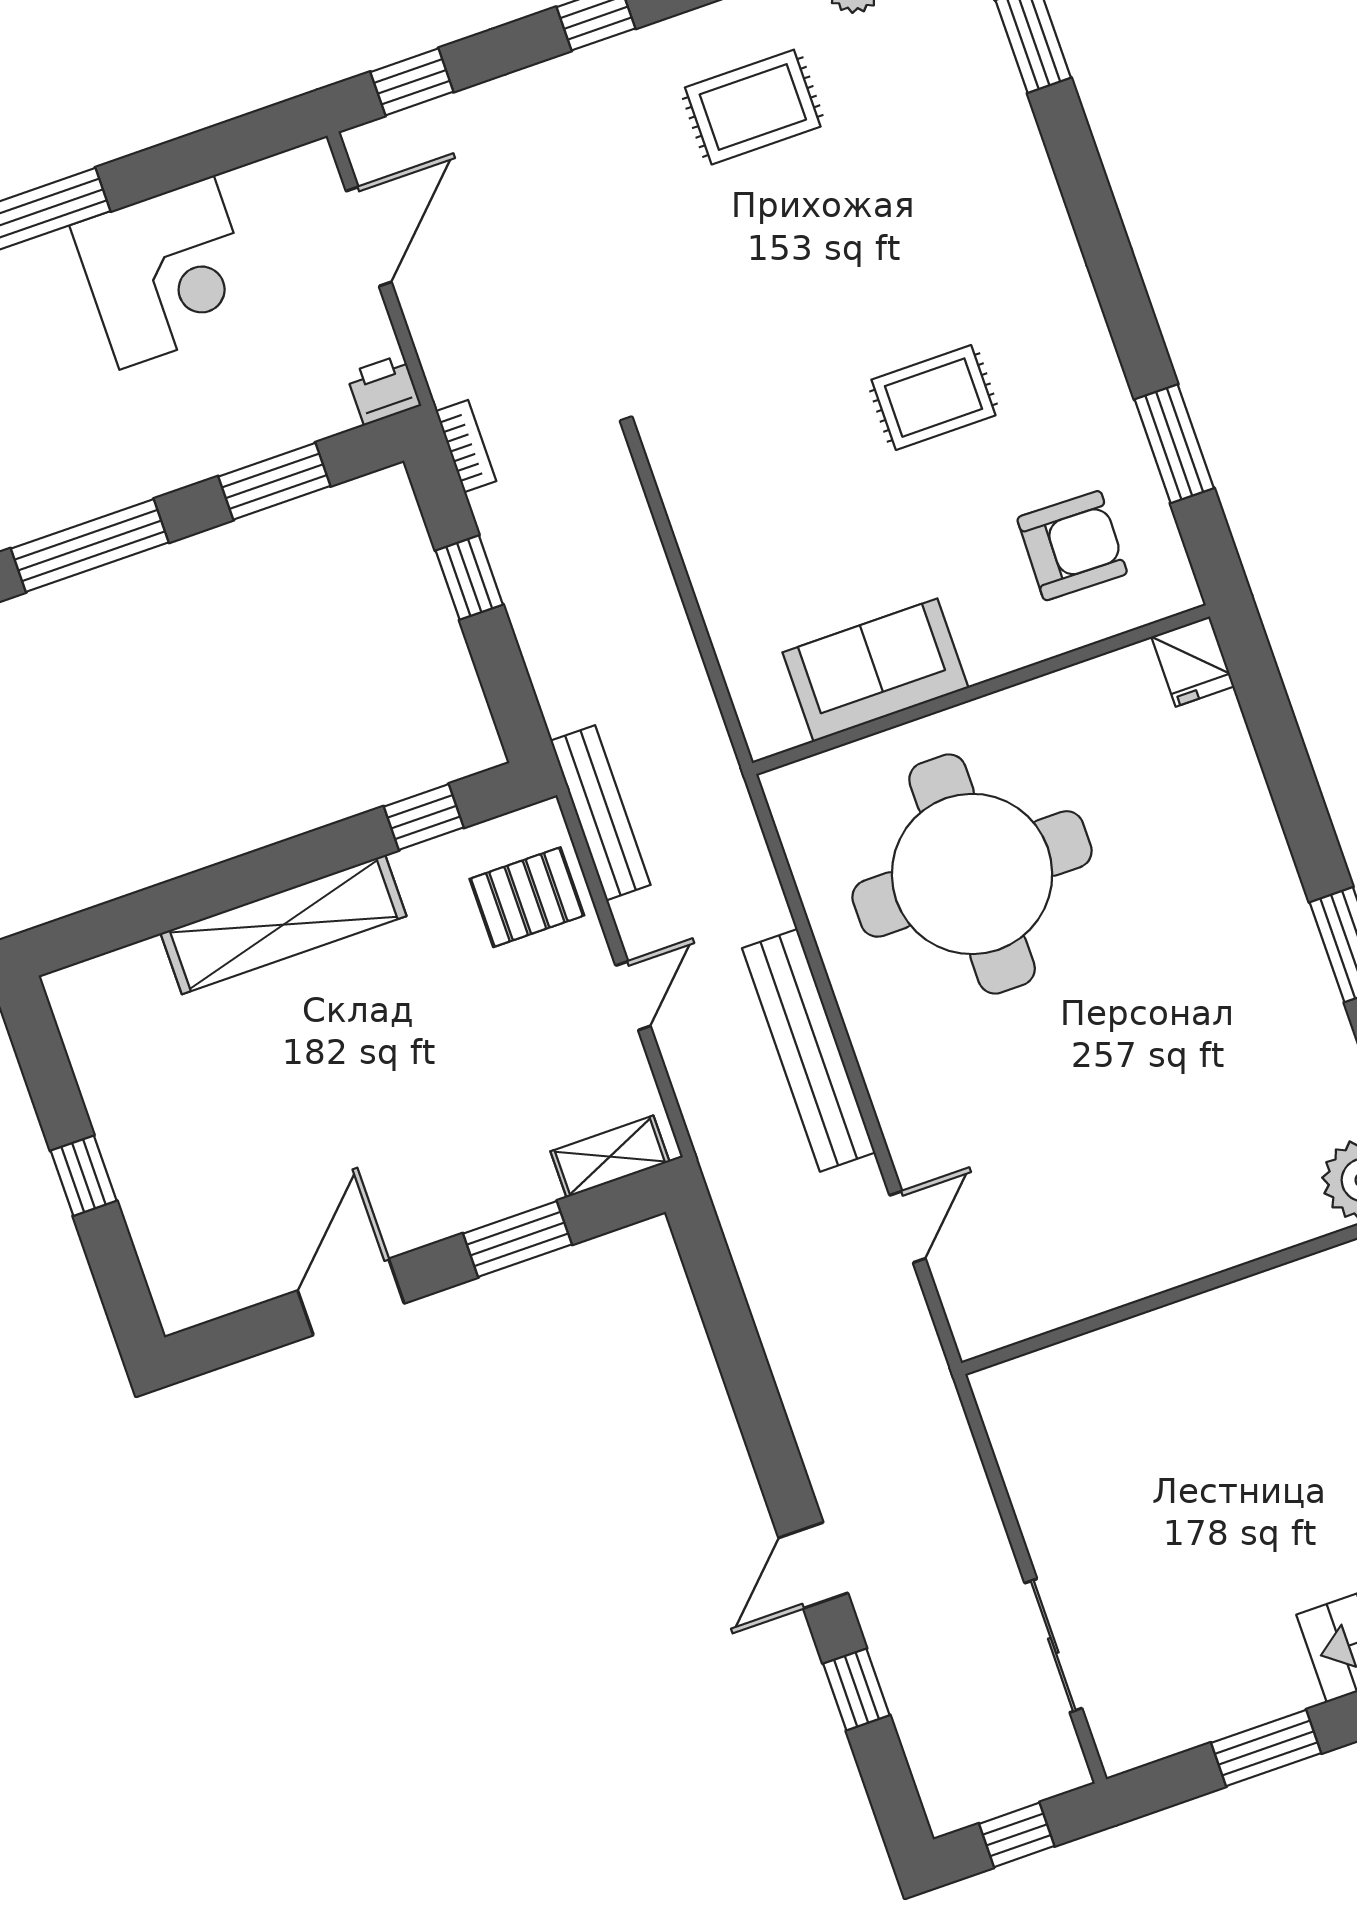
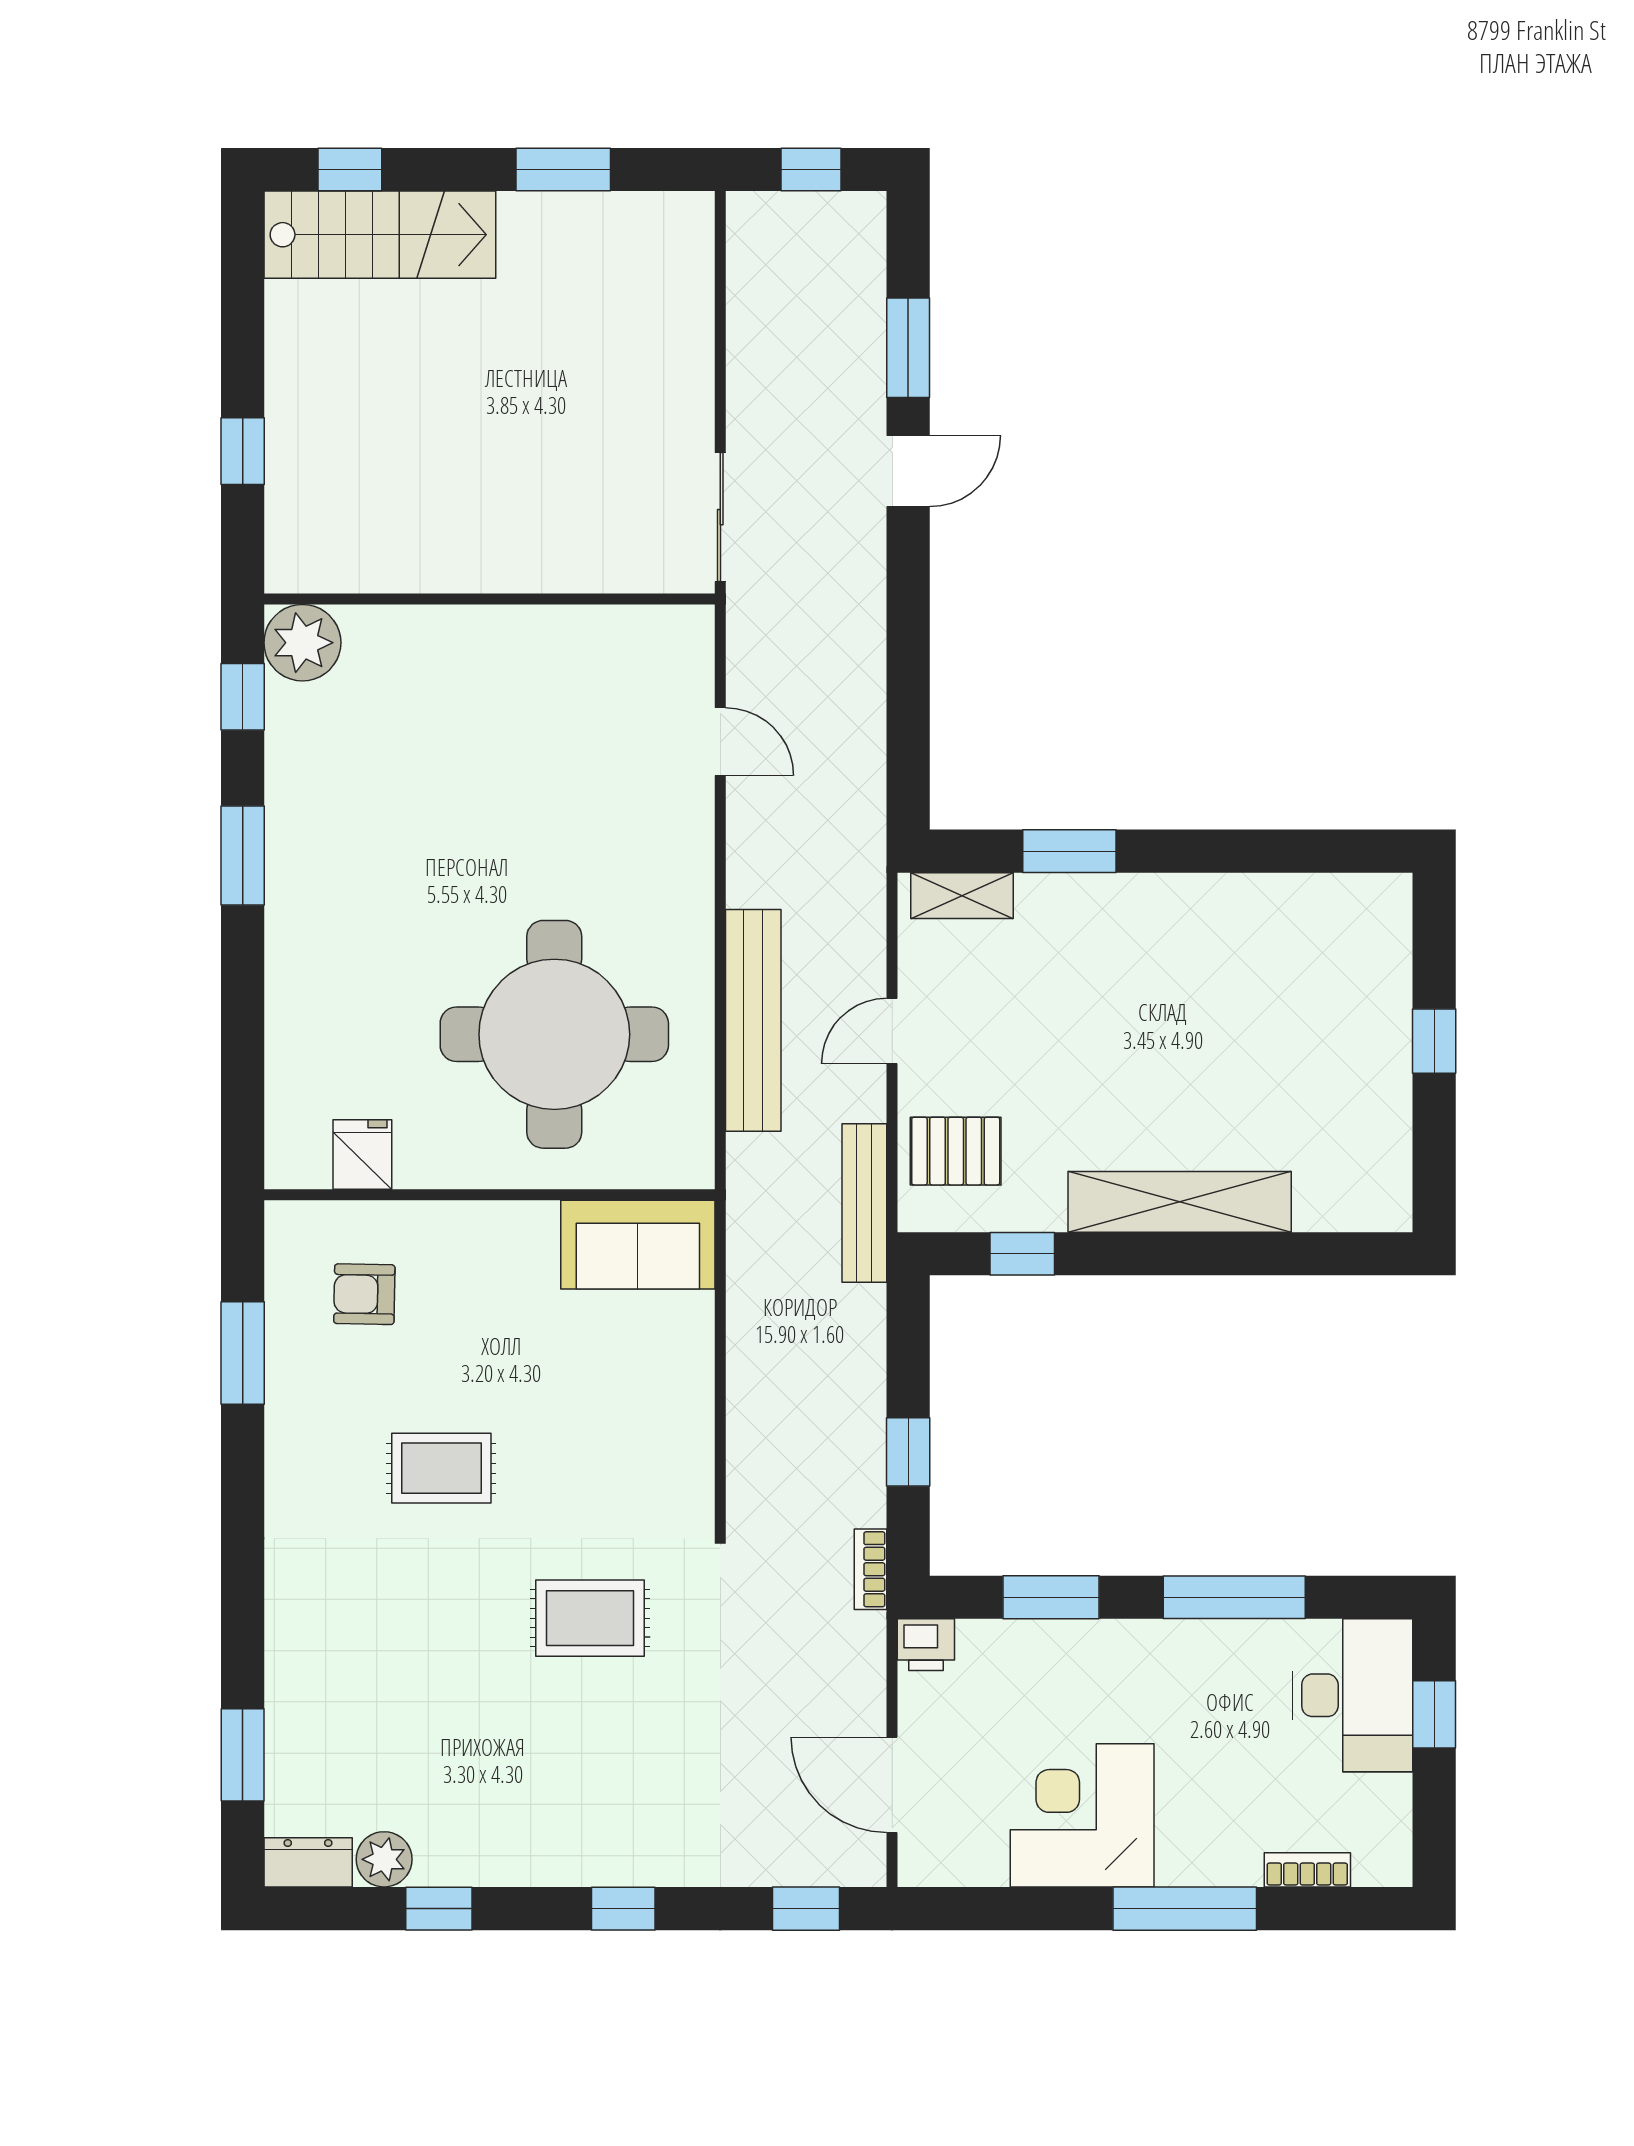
rug: (753, 107) -> (590, 1618), moved
door: (369, 237) -> (892, 1785), hinge flipped
armchair: (1072, 546) -> (364, 1294), width x0.72, depth x0.72
fridge: (1193, 661) -> (362, 1154), moved
sofa: (875, 670) -> (638, 1245), moved
bench: (809, 1050) -> (753, 1020), moved
door: (908, 1227) -> (720, 742), swing flipped
door: (351, 1297) -> (1235, 851), removed
sliding door: (1053, 1646) -> (720, 517), moved
window: (856, 1689) -> (908, 348), width x1.50

